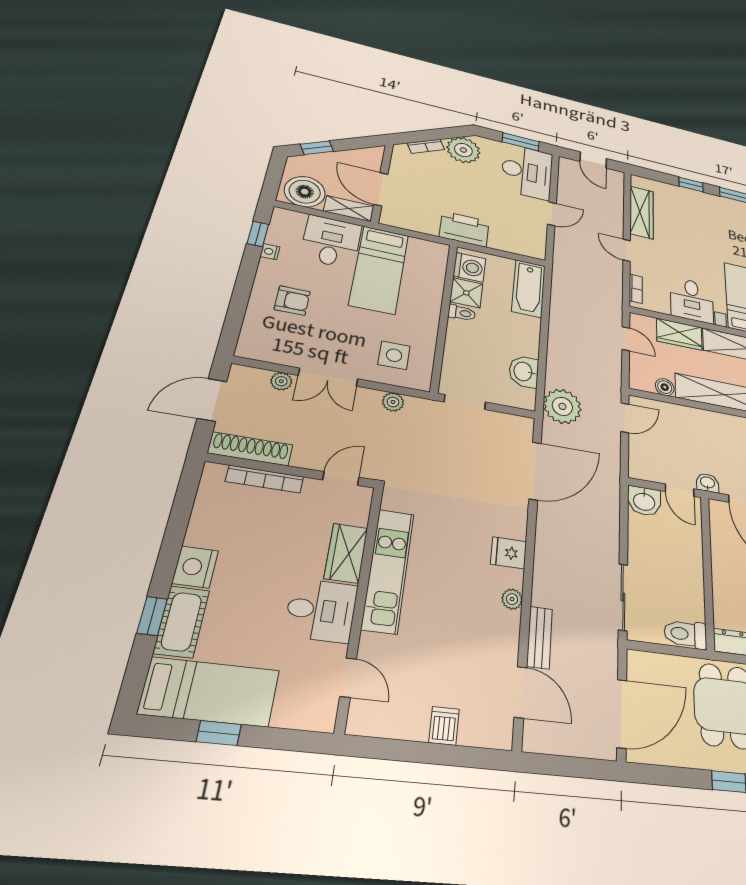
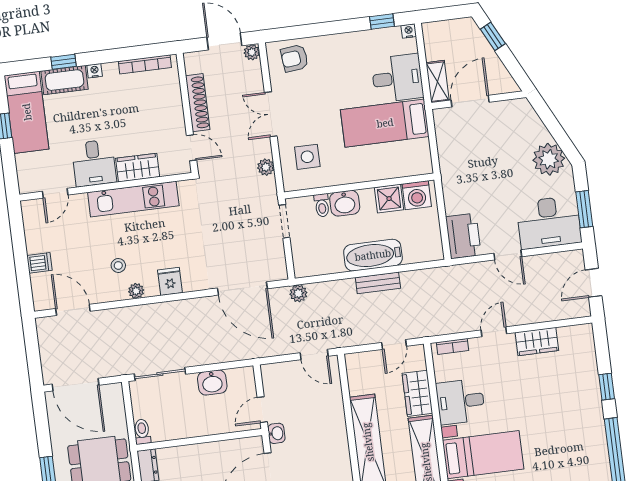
bookcase: (426, 146) -> (538, 126), removed
boiler: (305, 192) -> (440, 42), removed
wardrobe: (642, 212) -> (537, 341), width x0.67
printer: (464, 229) -> (463, 236), moved
nightstand: (270, 252) -> (409, 31), moved
bathtub: (529, 288) -> (373, 255), moved
armchair: (292, 301) -> (294, 58), moved, turned 84
toilet: (462, 313) -> (322, 205), moved
washbasin: (524, 372) -> (345, 203), moved, turned 180
plant: (281, 381) -> (252, 52), moved
boiler: (665, 387) -> (356, 386), removed
plant: (562, 406) -> (298, 293), width x0.53, depth x0.53
shoe rack: (250, 449) -> (198, 103), moved
bookcase: (265, 479) -> (145, 64), moved, turned -90
washbasin: (644, 501) -> (212, 382), moved, turned -90
nightstand: (195, 567) -> (95, 71), width x0.53, depth x0.56
stool: (473, 614) -> (118, 265), added
toilet: (685, 634) -> (142, 432), width x0.73, depth x0.72
bench: (540, 638) -> (378, 283), moved
door: (521, 692) -> (73, 310), swing flipped

